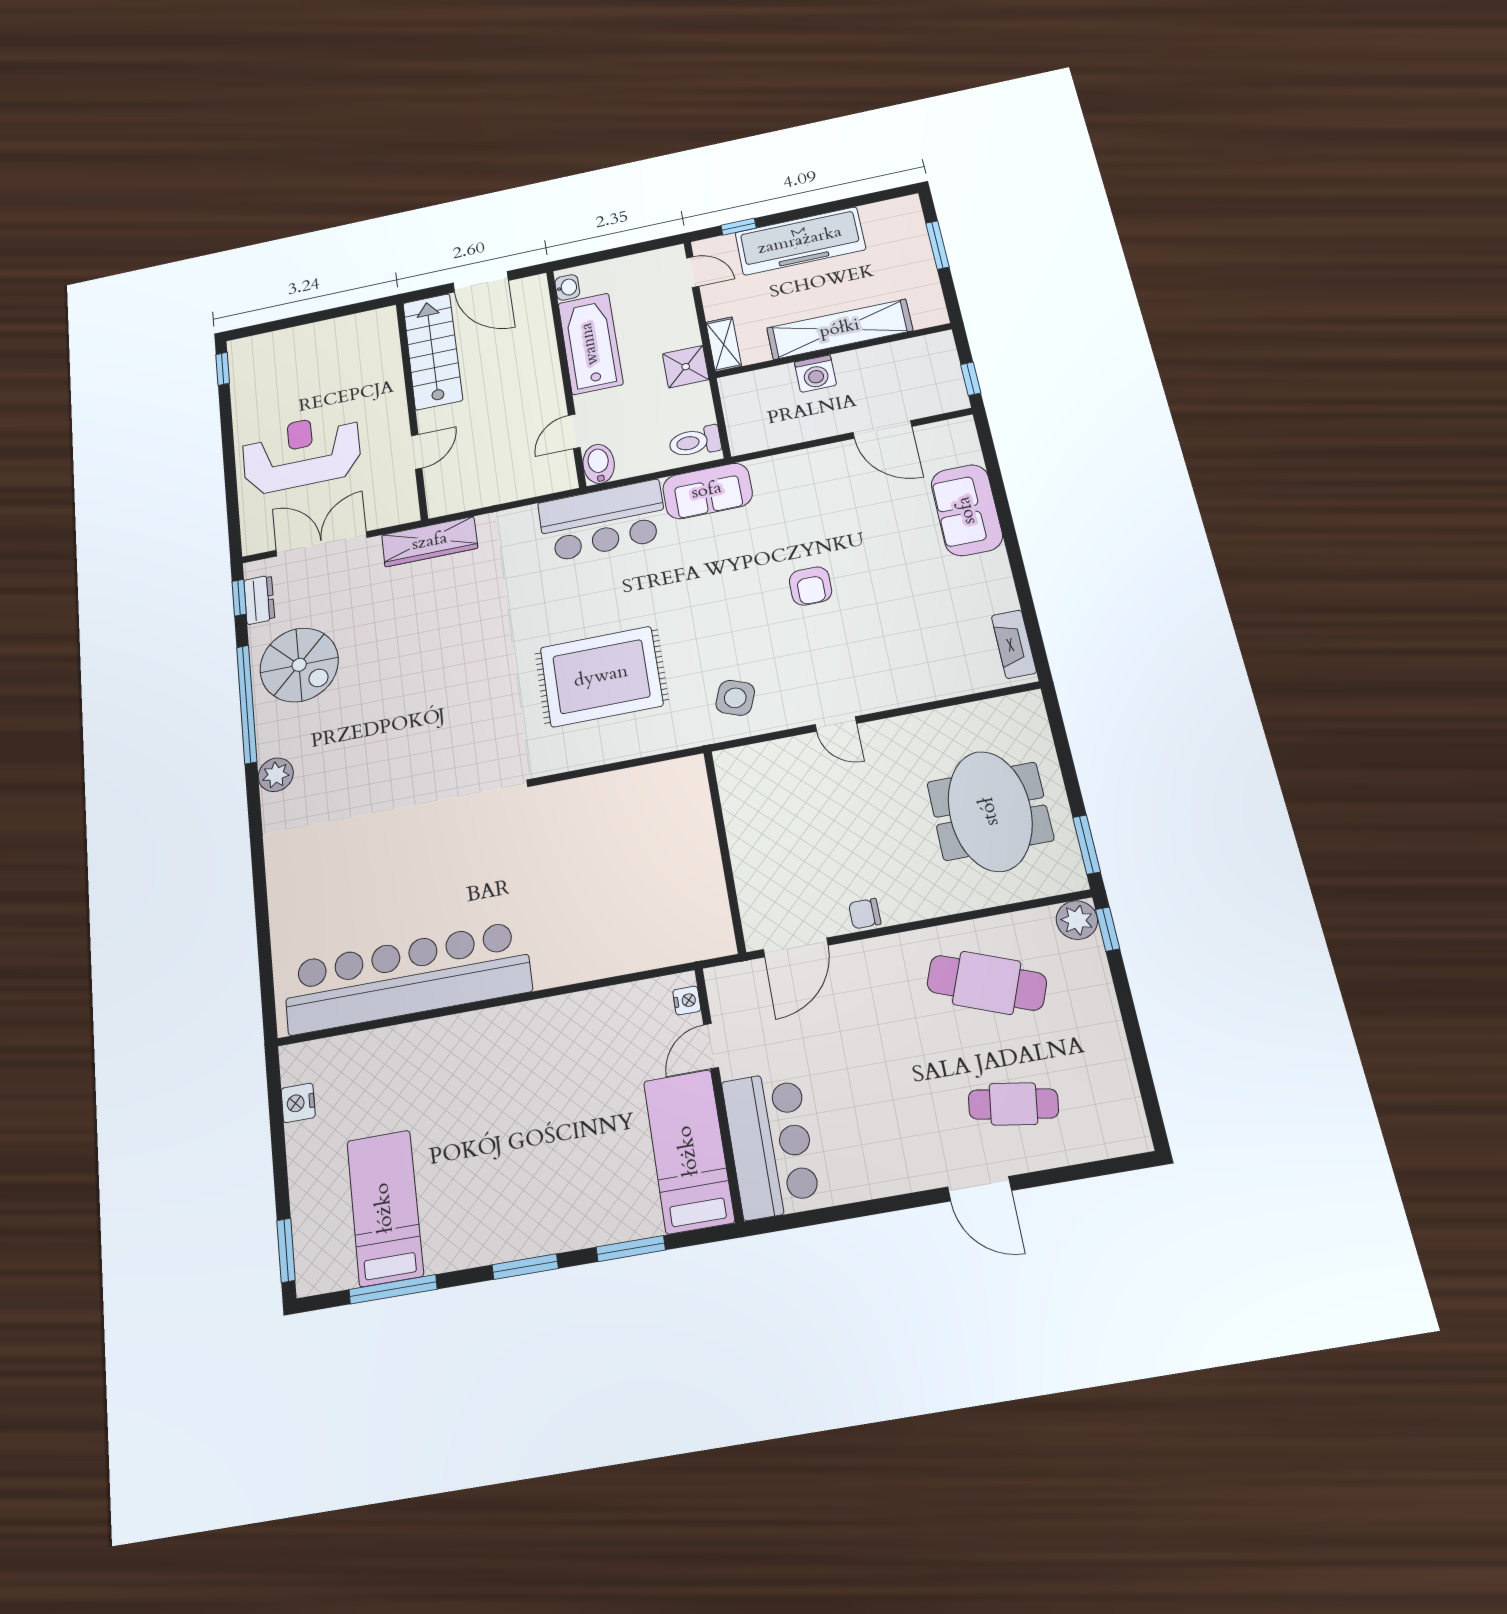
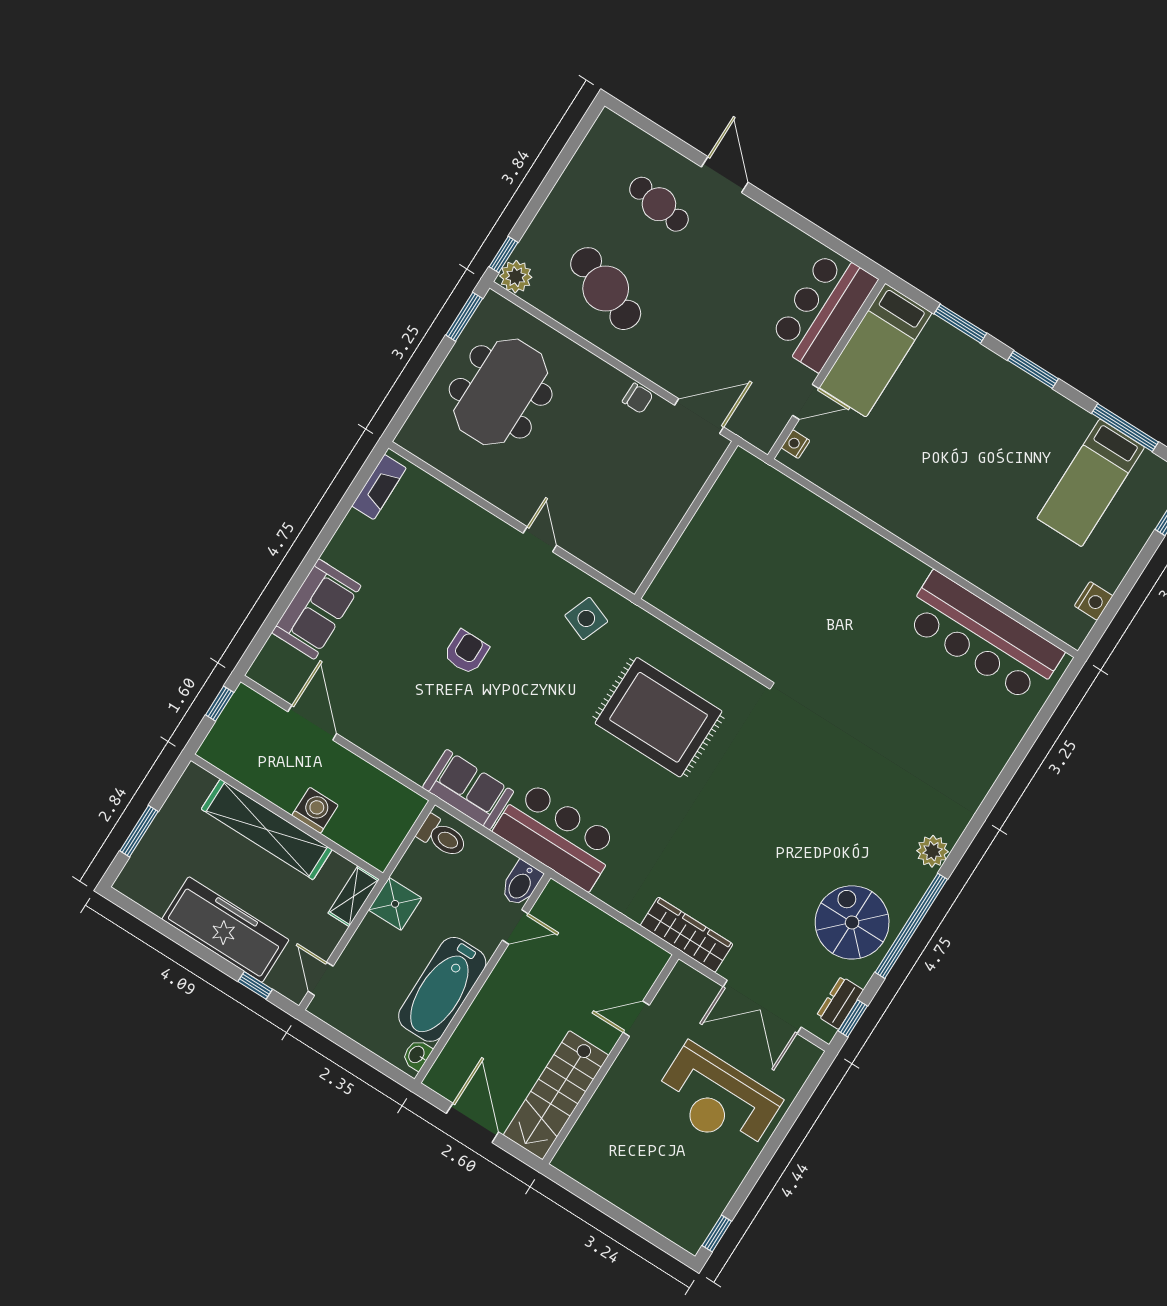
bar counter: (407, 978) -> (983, 637), width x0.73

